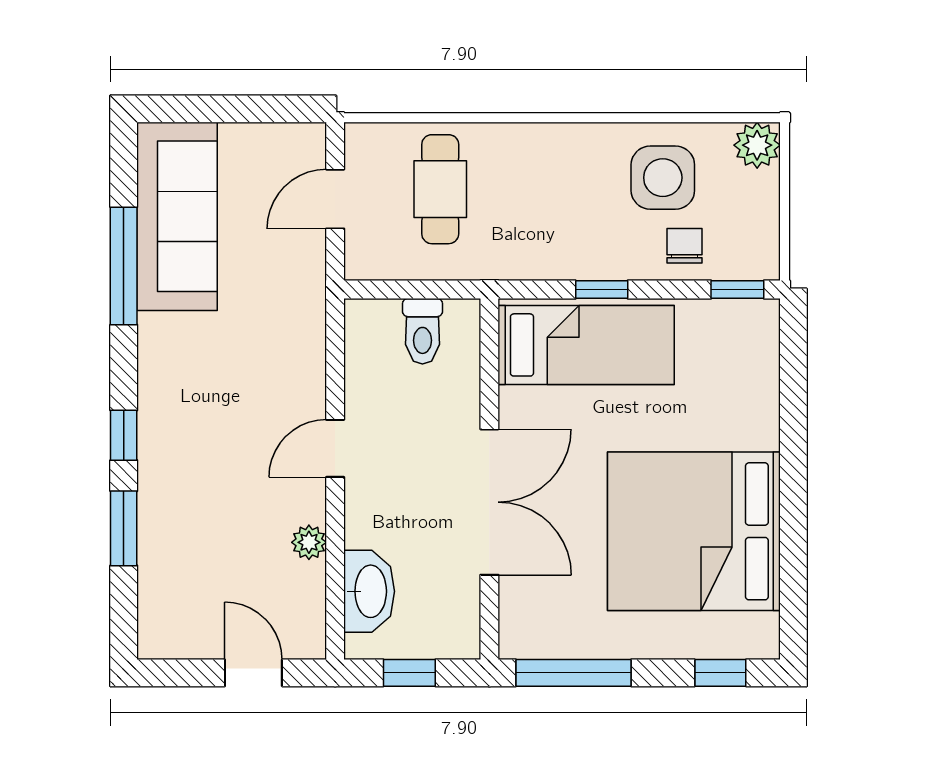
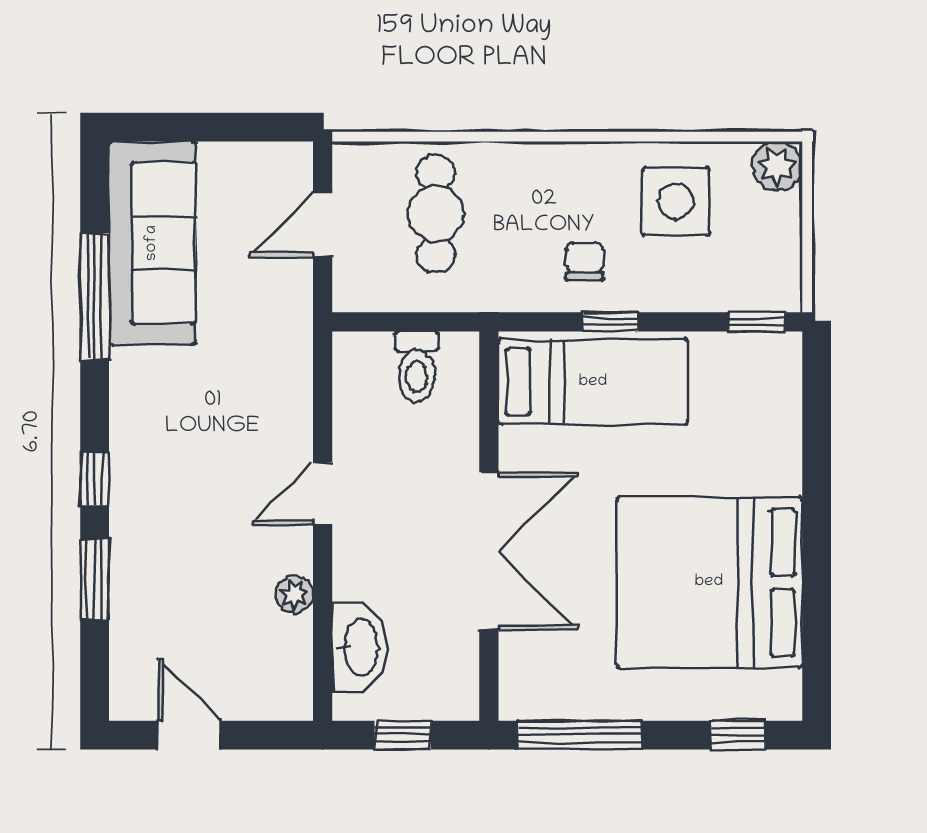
chair: (685, 246) -> (585, 261), moved
door: (253, 673) -> (189, 735), moved

